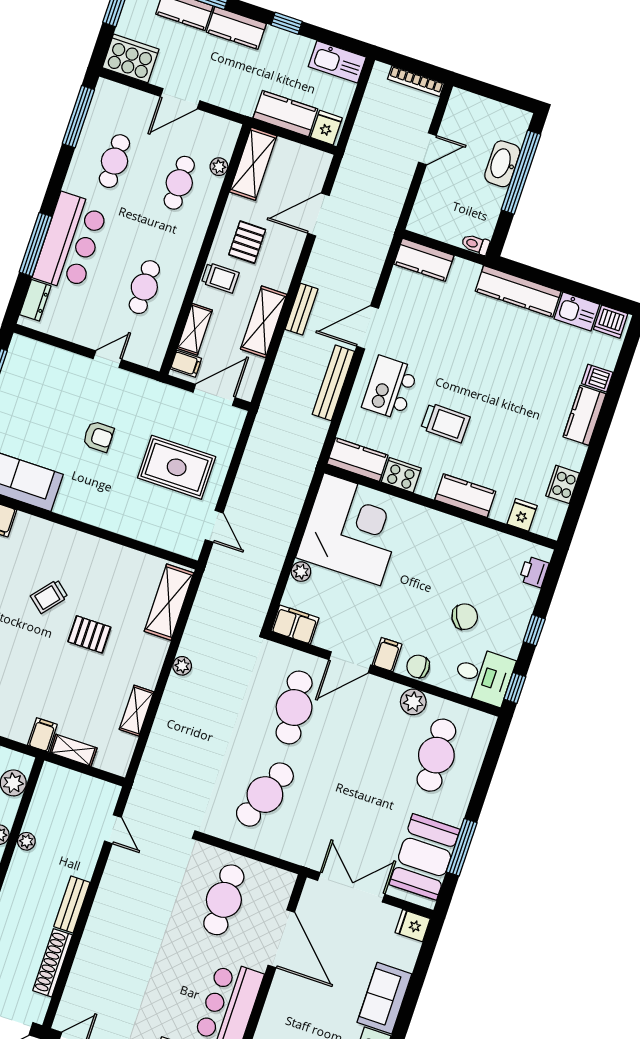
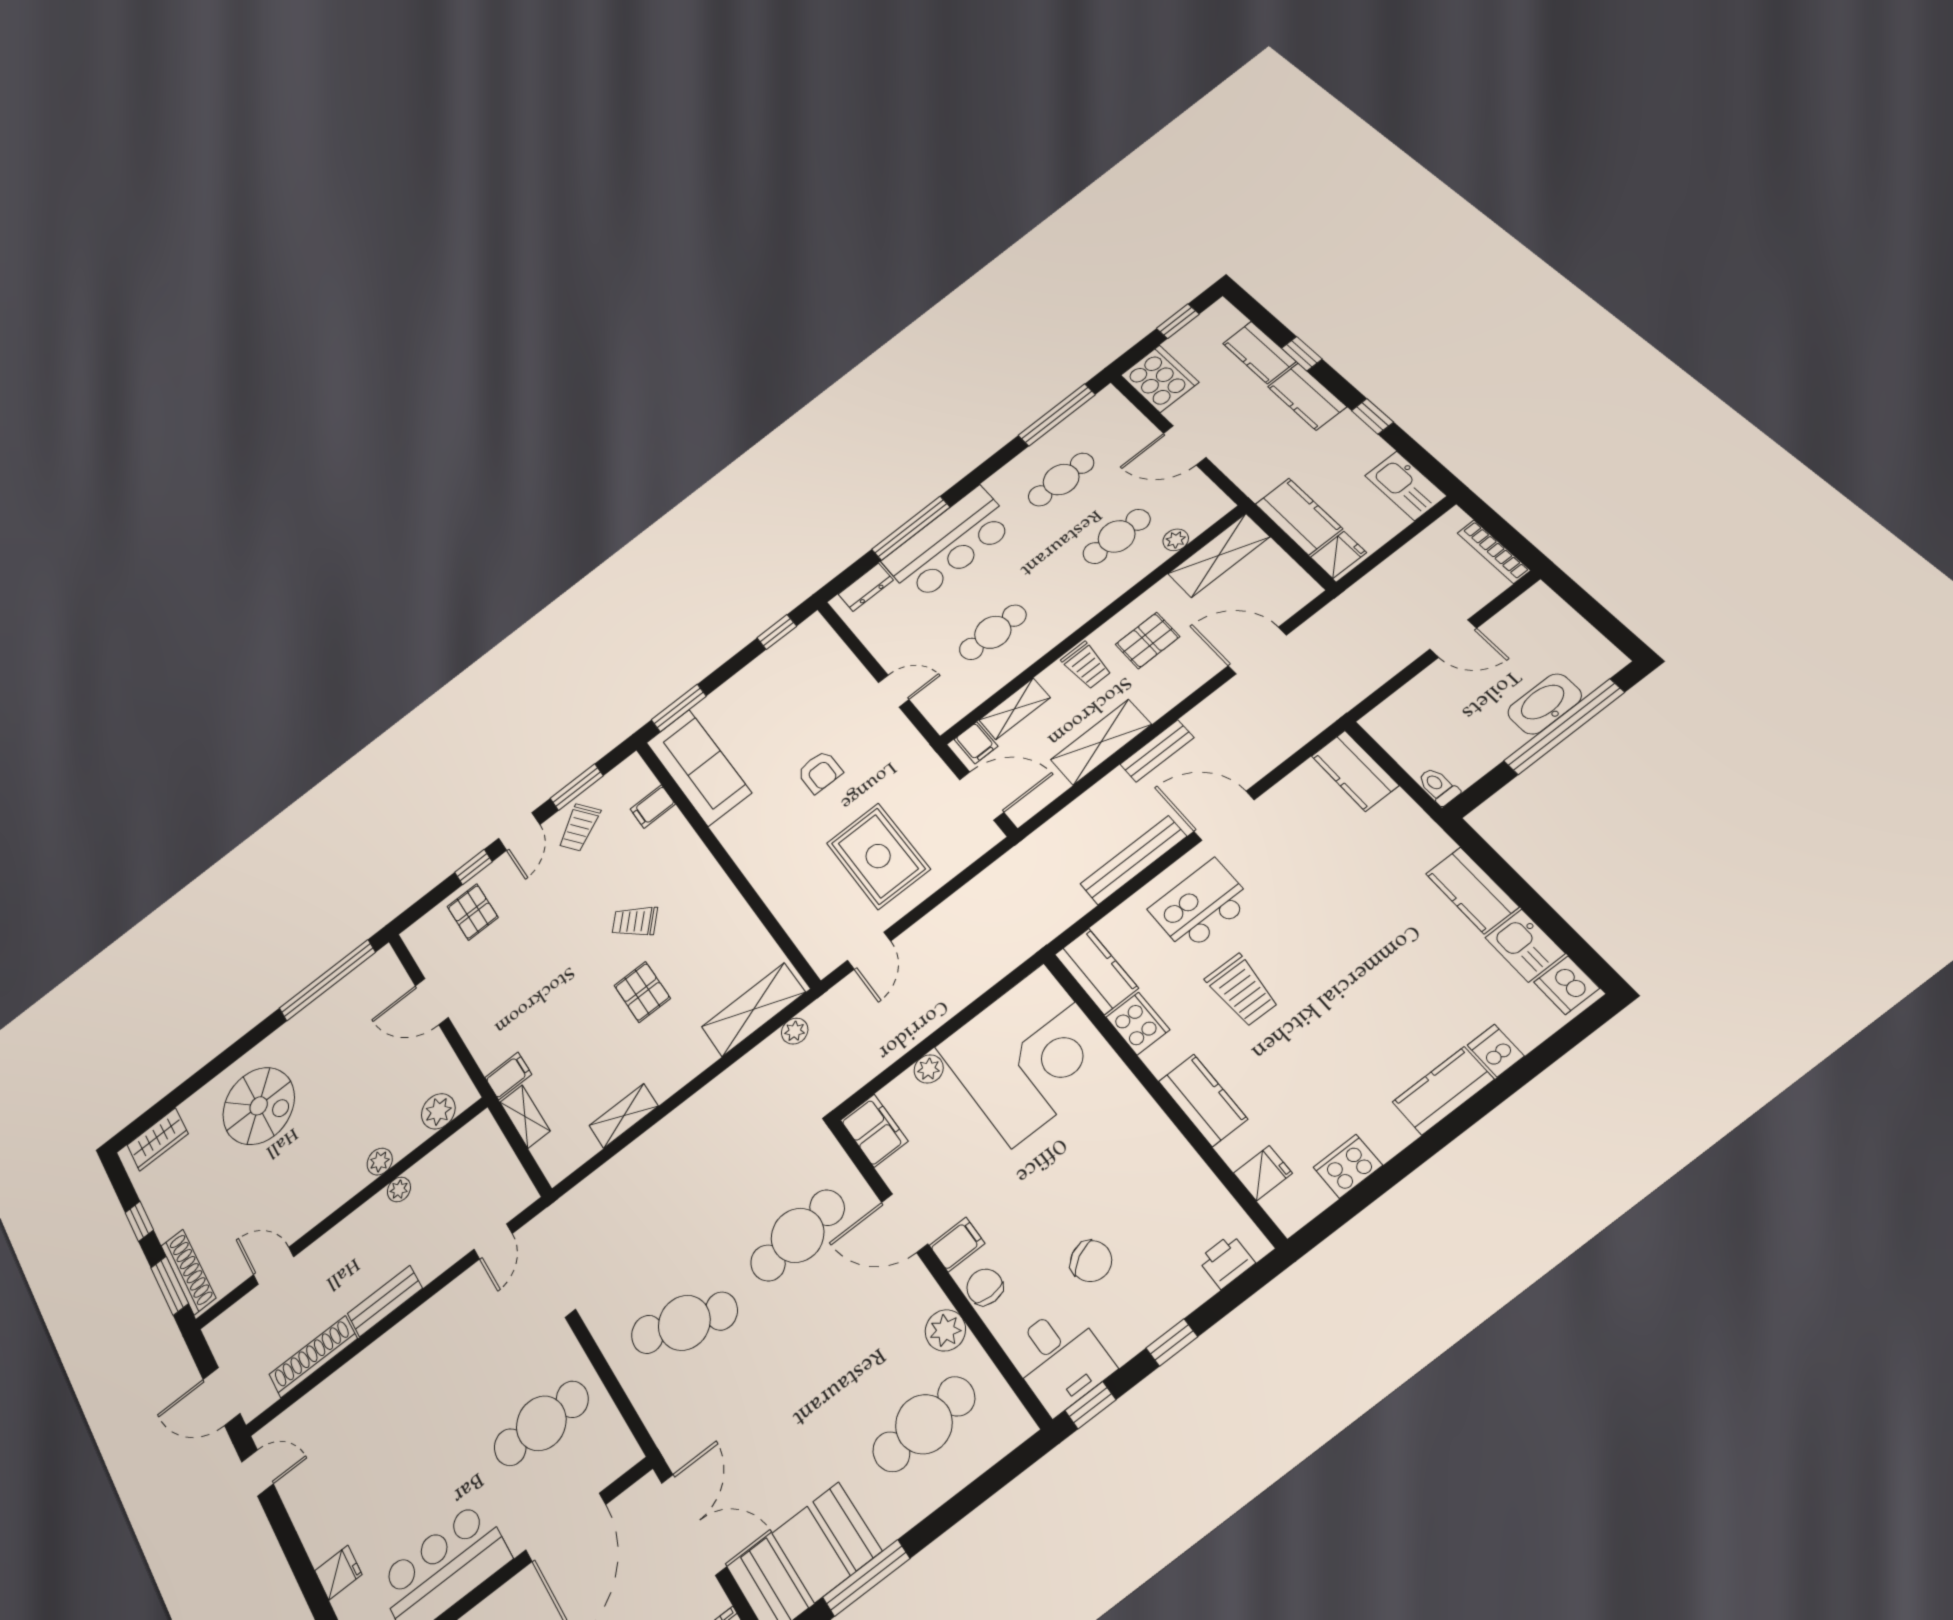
kitchen counter: (518, 291) -> (1472, 890), width x0.67
plant: (182, 666) -> (795, 1031), moved

